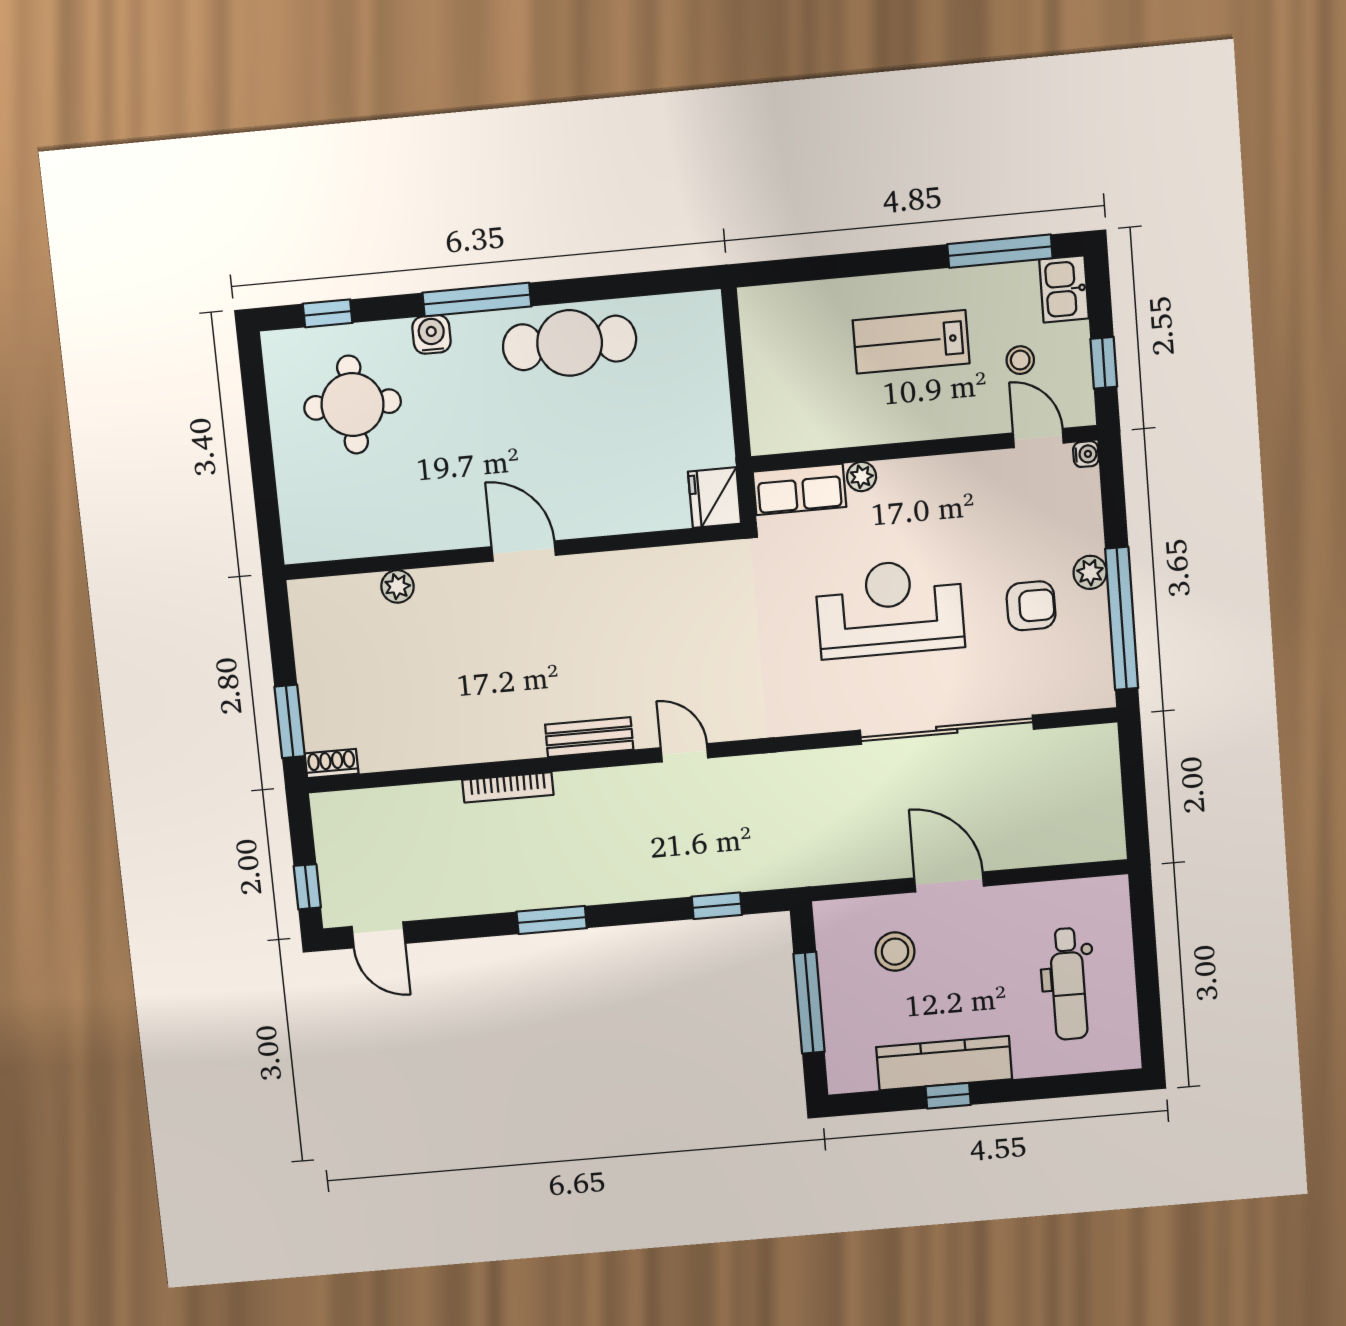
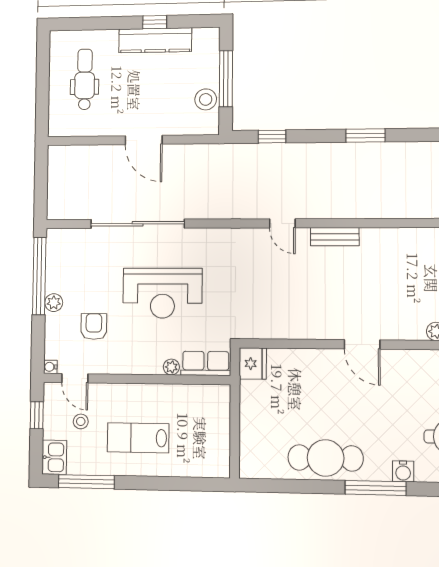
lab bench: (911, 342) -> (138, 438), turned 180
armchair: (1031, 606) -> (94, 327), moved, turned 90
bookcase: (508, 787) -> (383, 212), removed
stool: (895, 952) -> (206, 99), moved

